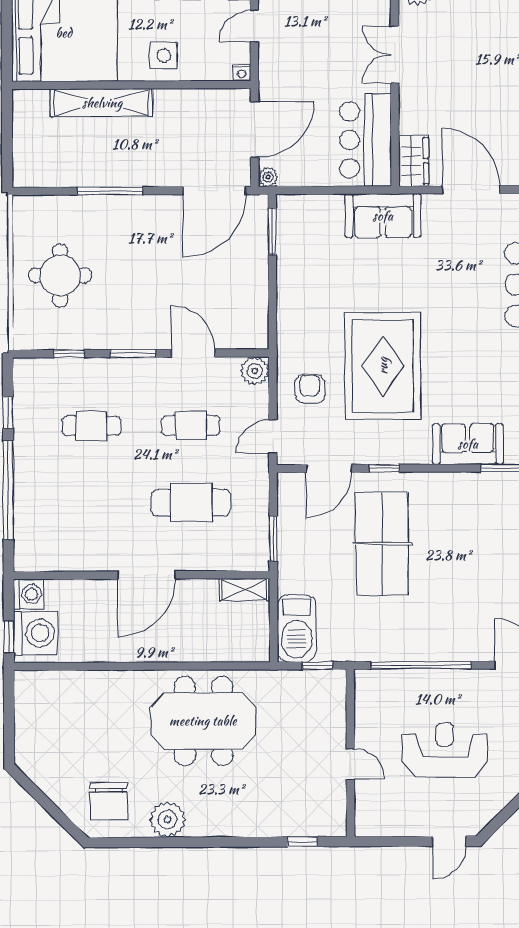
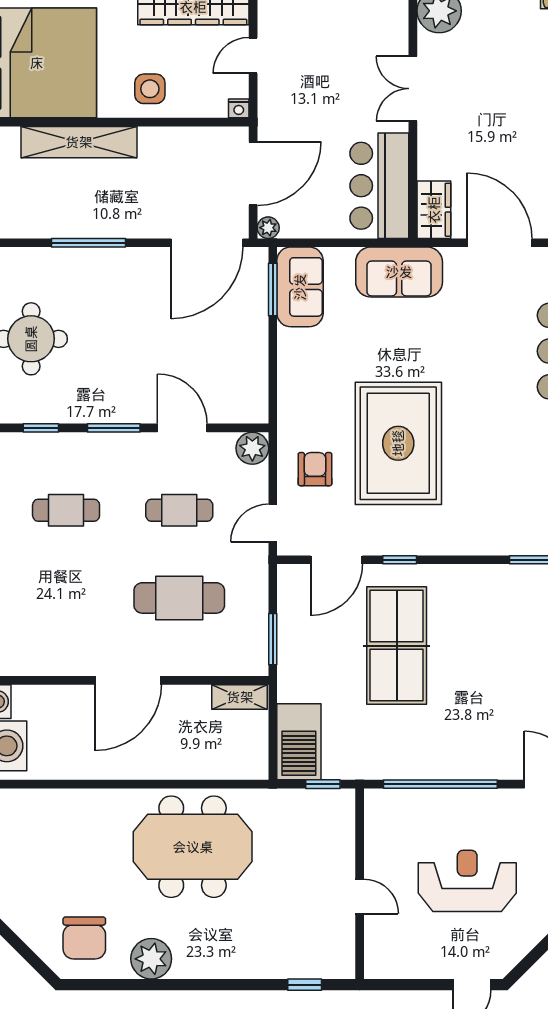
sofa: (468, 444) -> (300, 287), moved, turned 90

